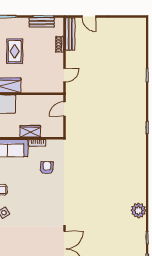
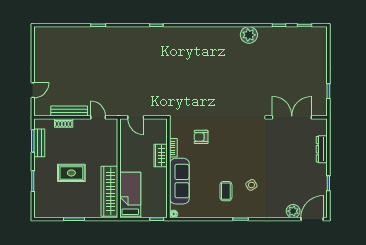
bench: (70, 34) -> (69, 111), moved

